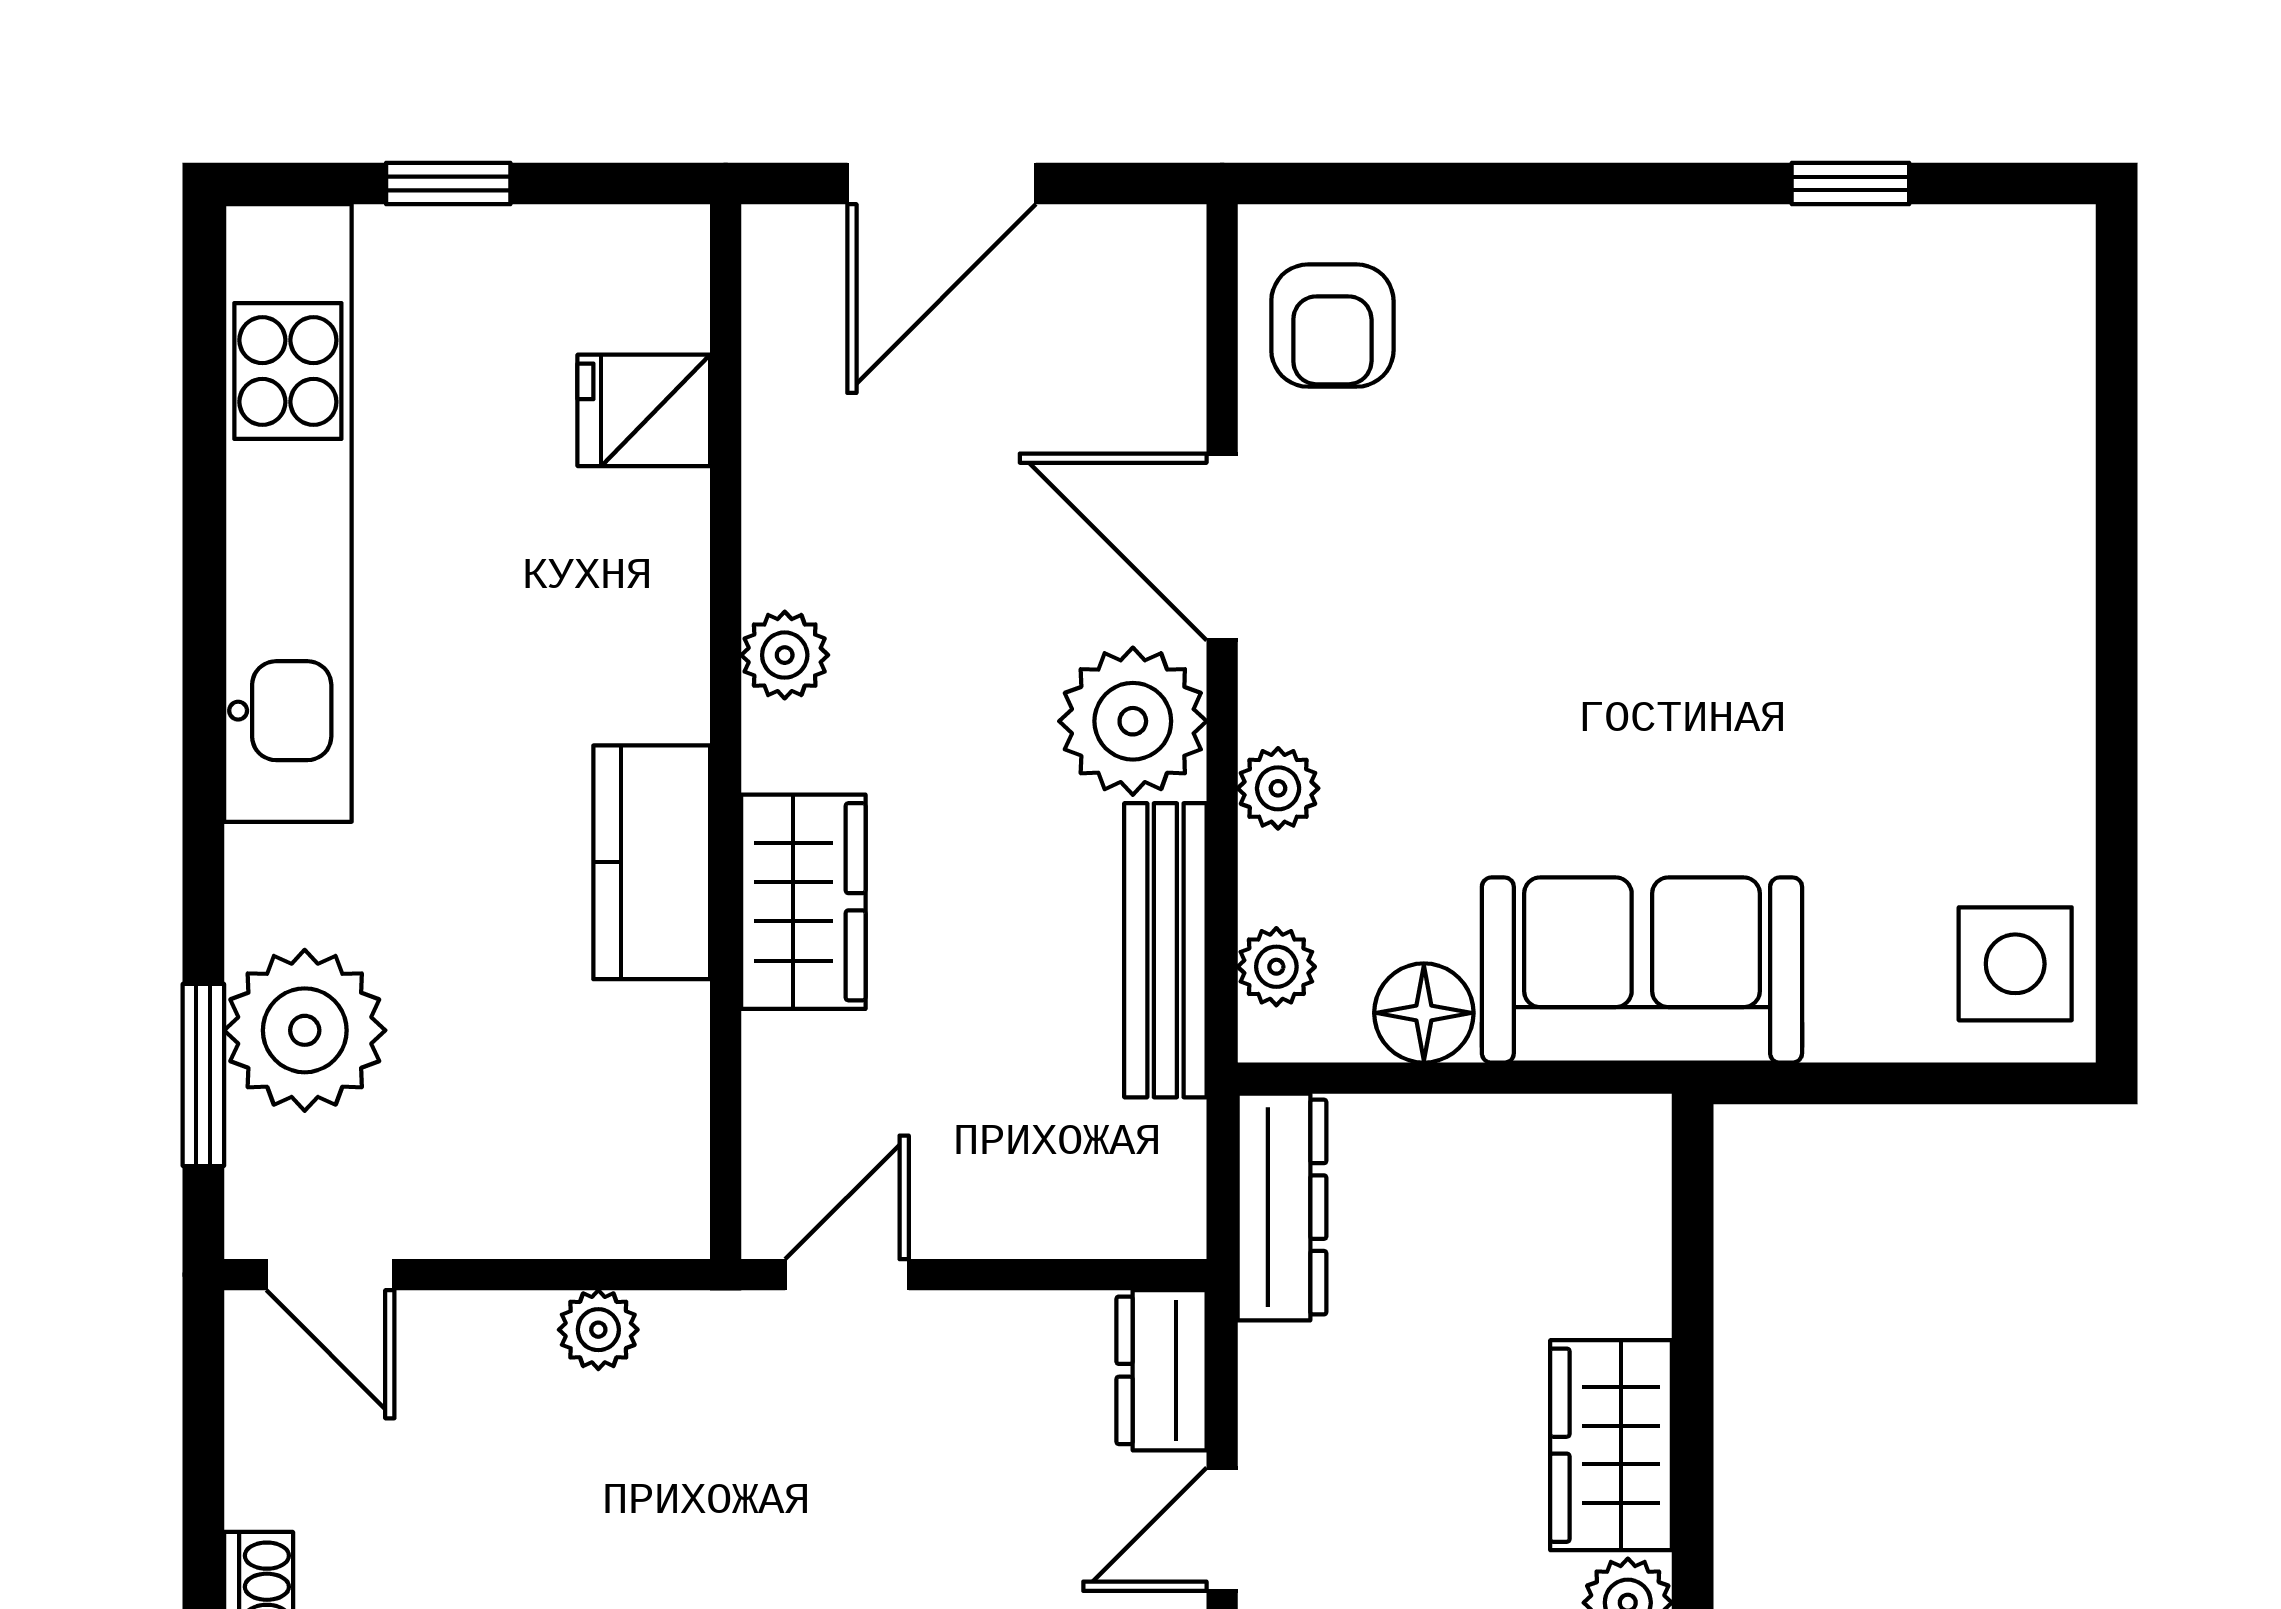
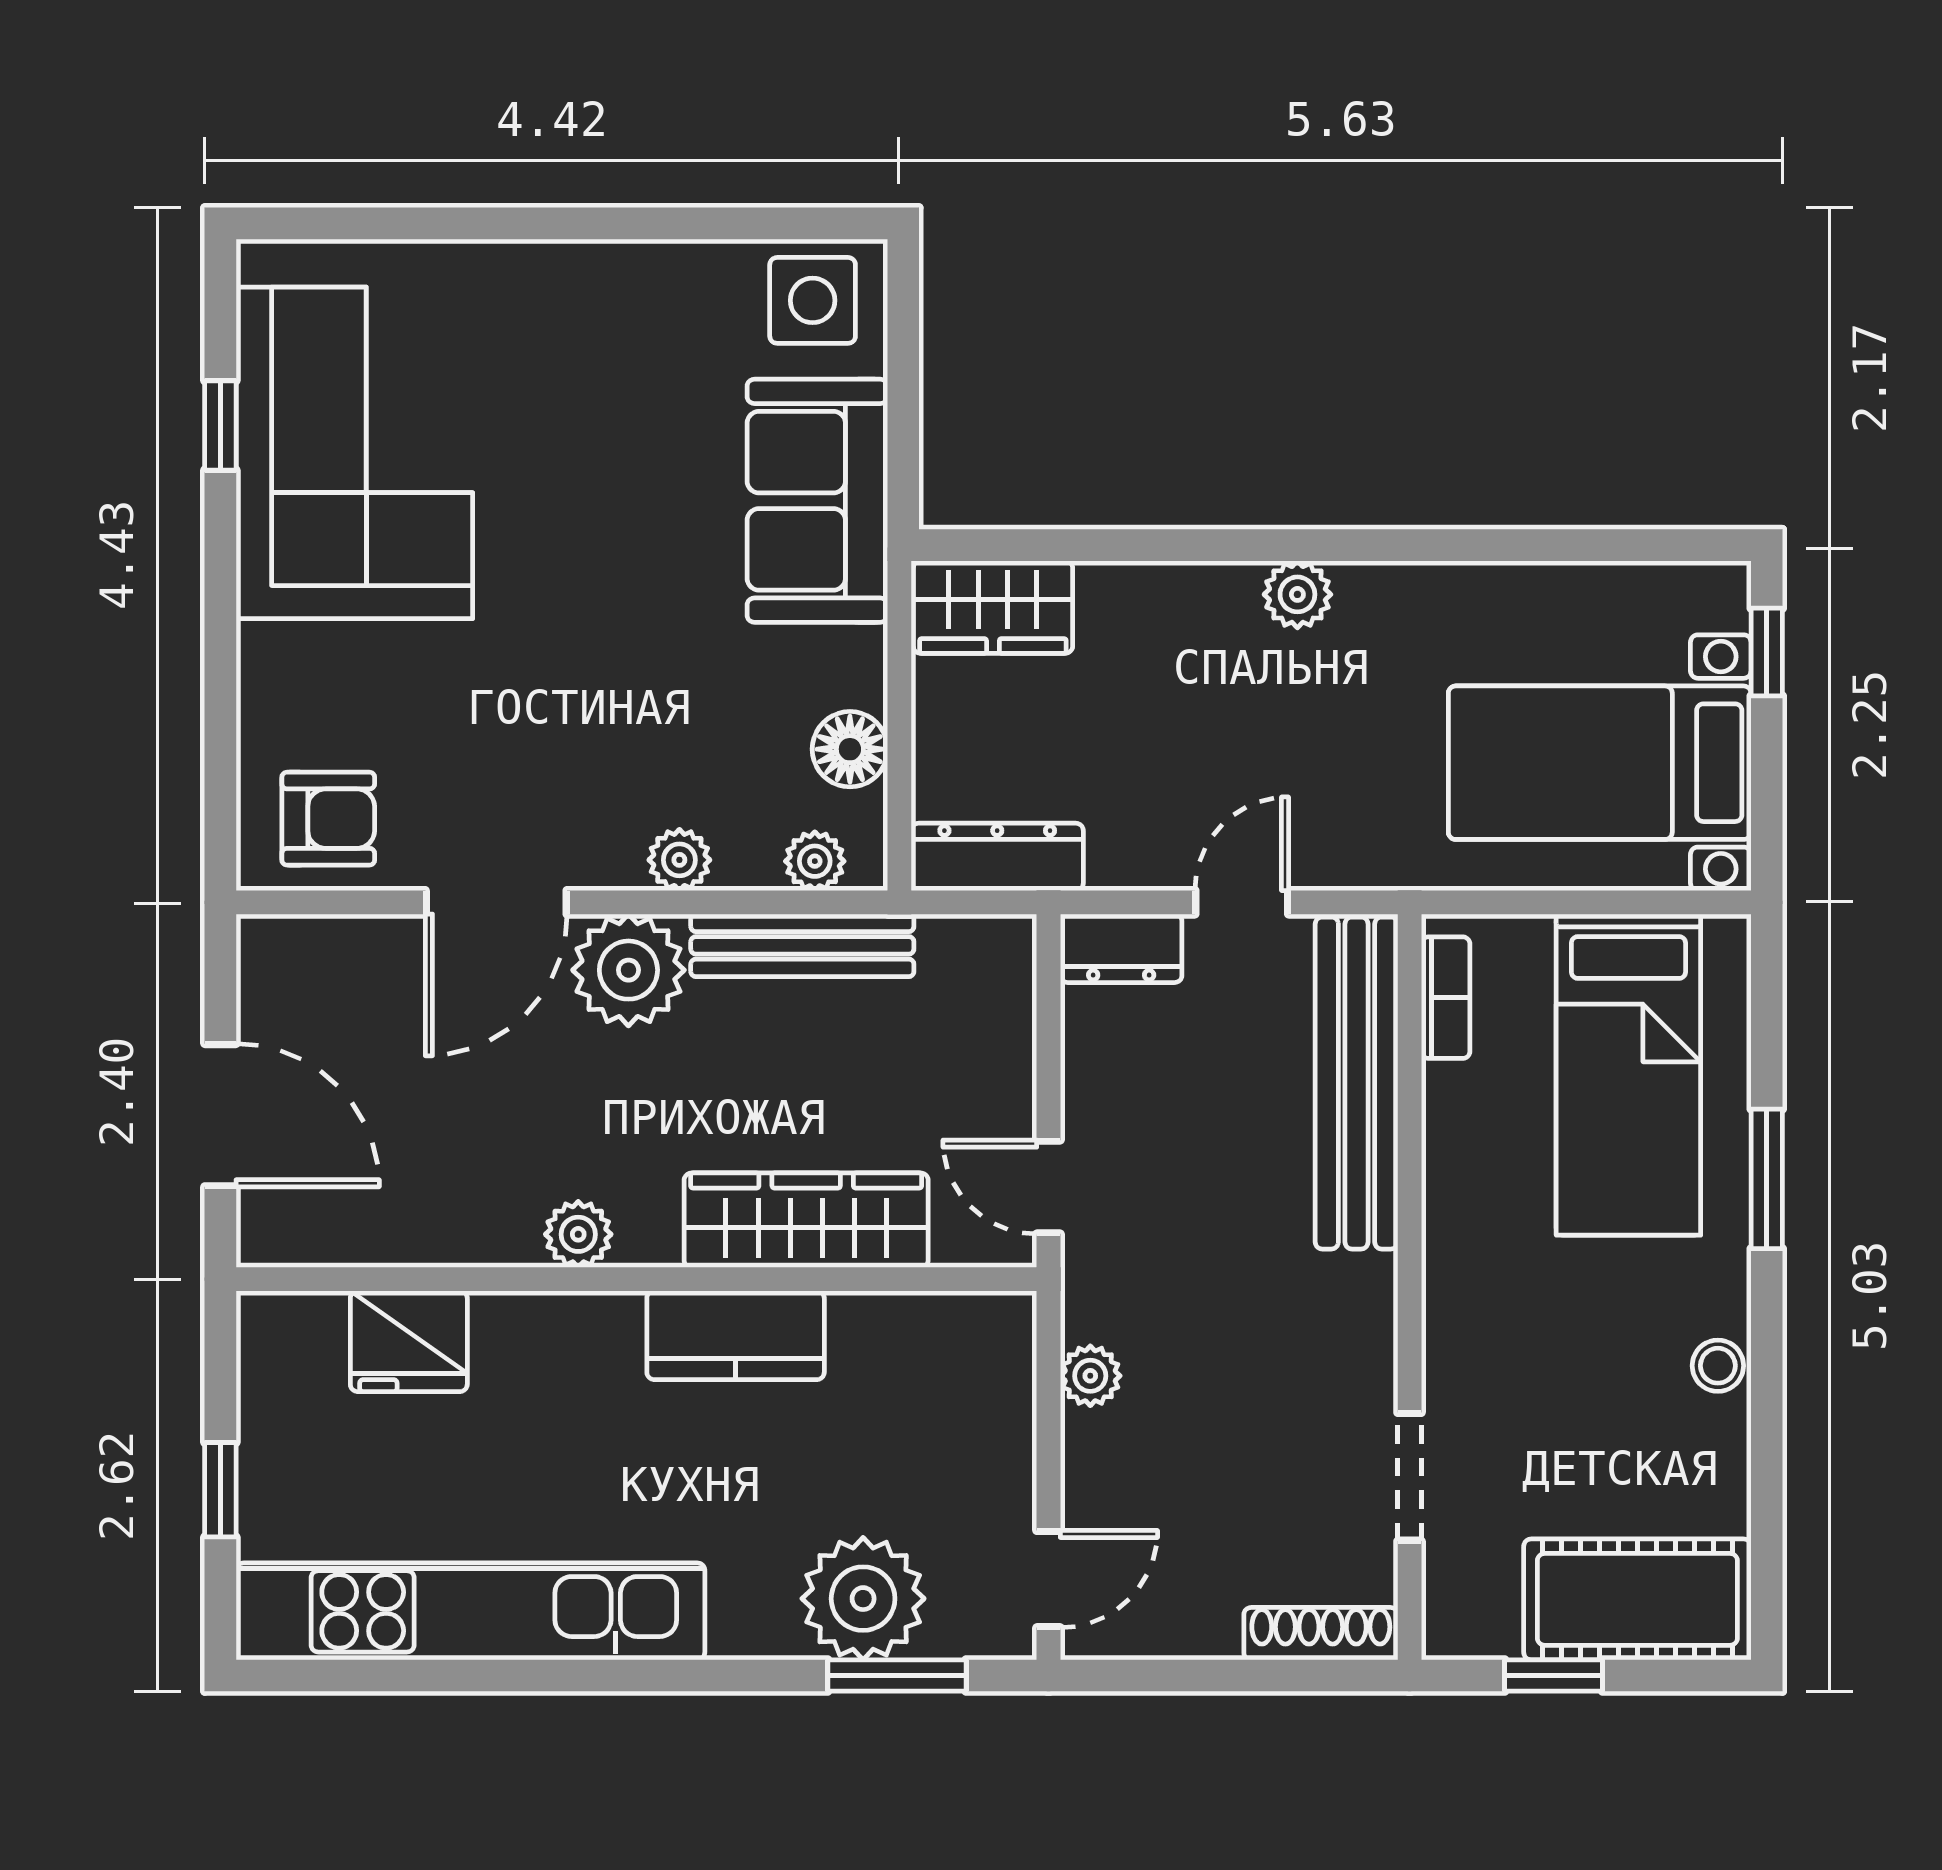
corner sofa: (1814, 360) -> (354, 453), added
fridge: (644, 410) -> (409, 1341), width x1.38
wardrobe: (803, 902) -> (806, 1220), width x1.50
sofa: (1642, 970) -> (817, 501), moved
wardrobe: (1611, 1445) -> (993, 607), moved
door: (1222, 1529) -> (1242, 902), swing flipped

